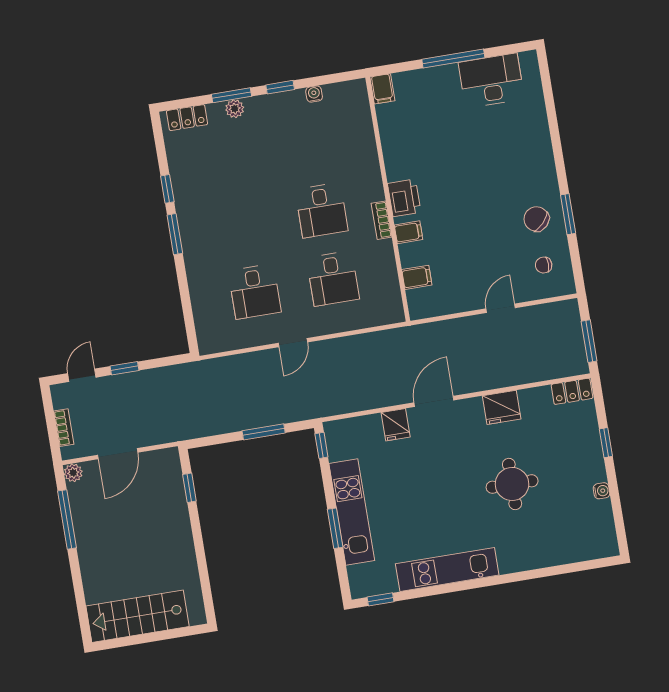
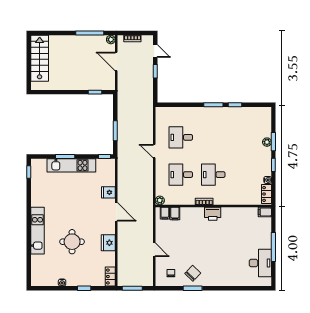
locker: (187, 118) -> (266, 194), moved
filing cabinet: (409, 232) -> (165, 213), moved
plant: (395, 314) -> (160, 200), added
kitchen unit: (447, 569) -> (37, 231), moved

